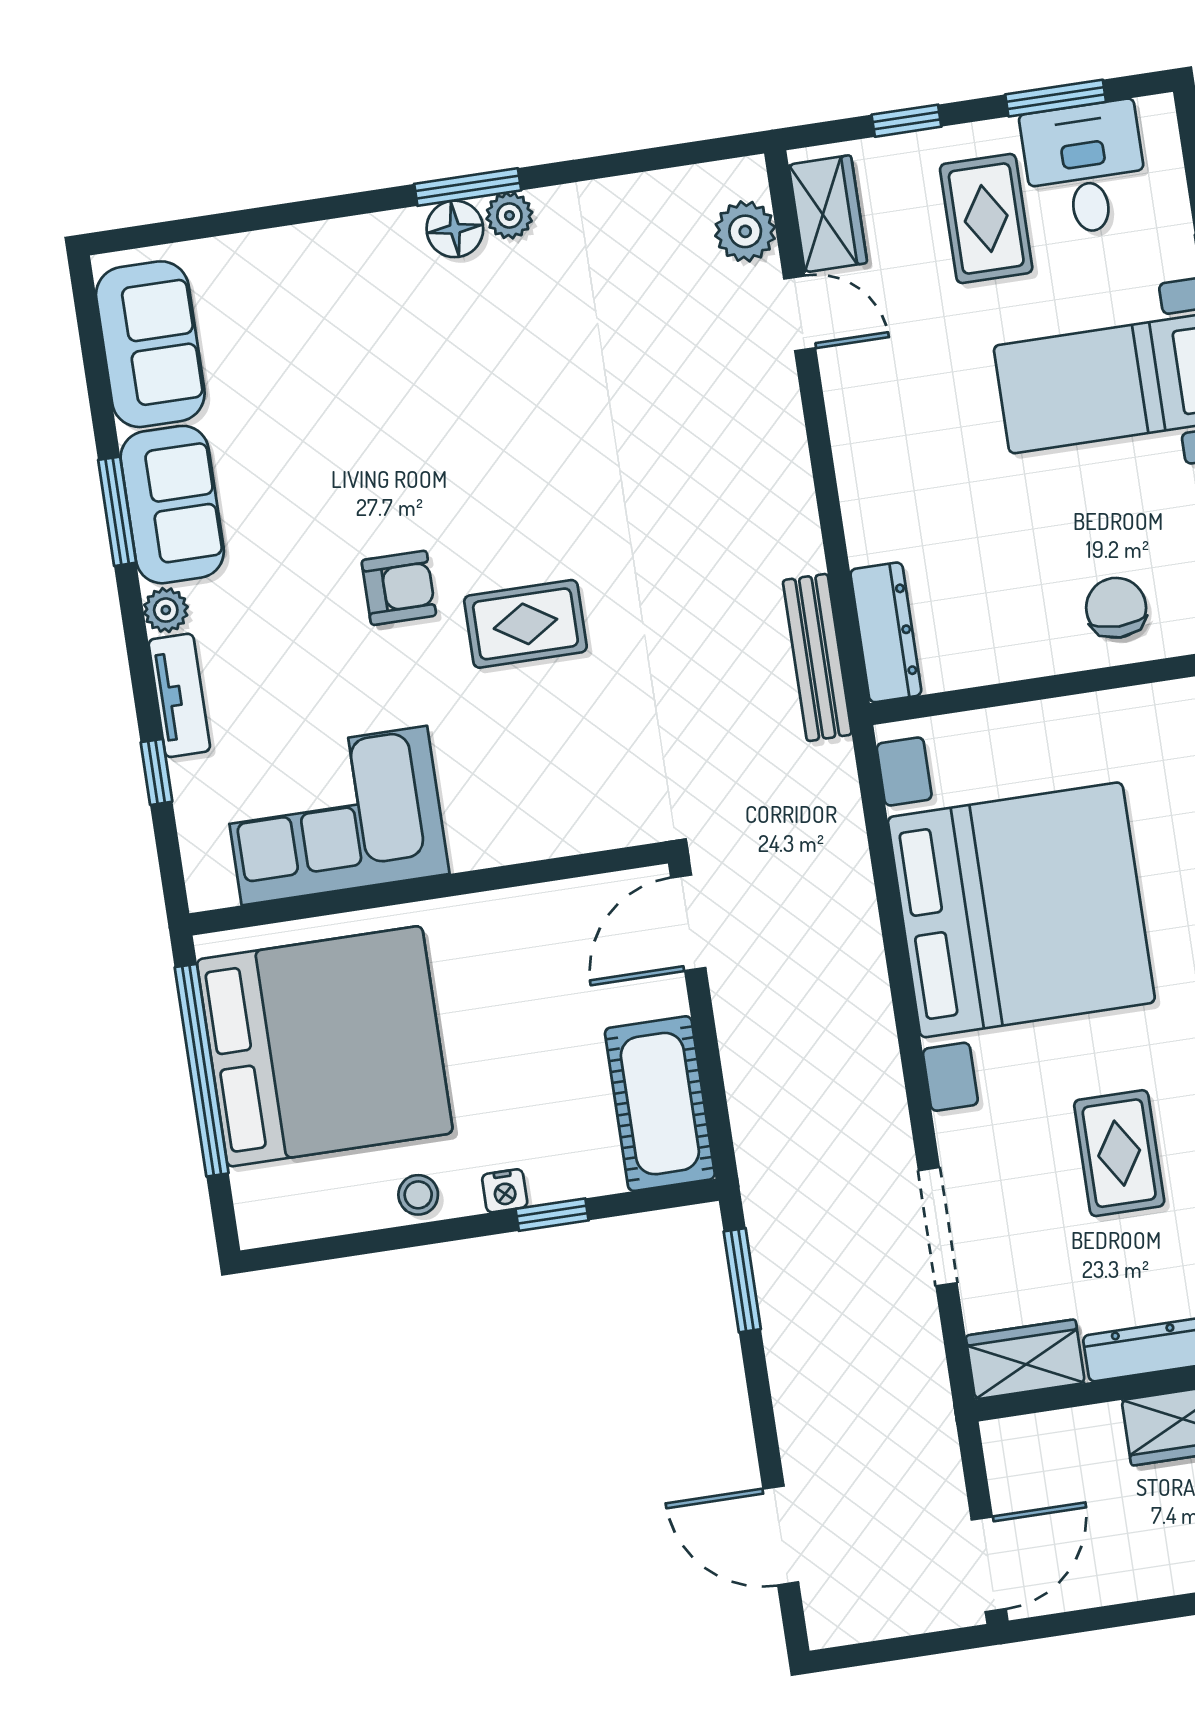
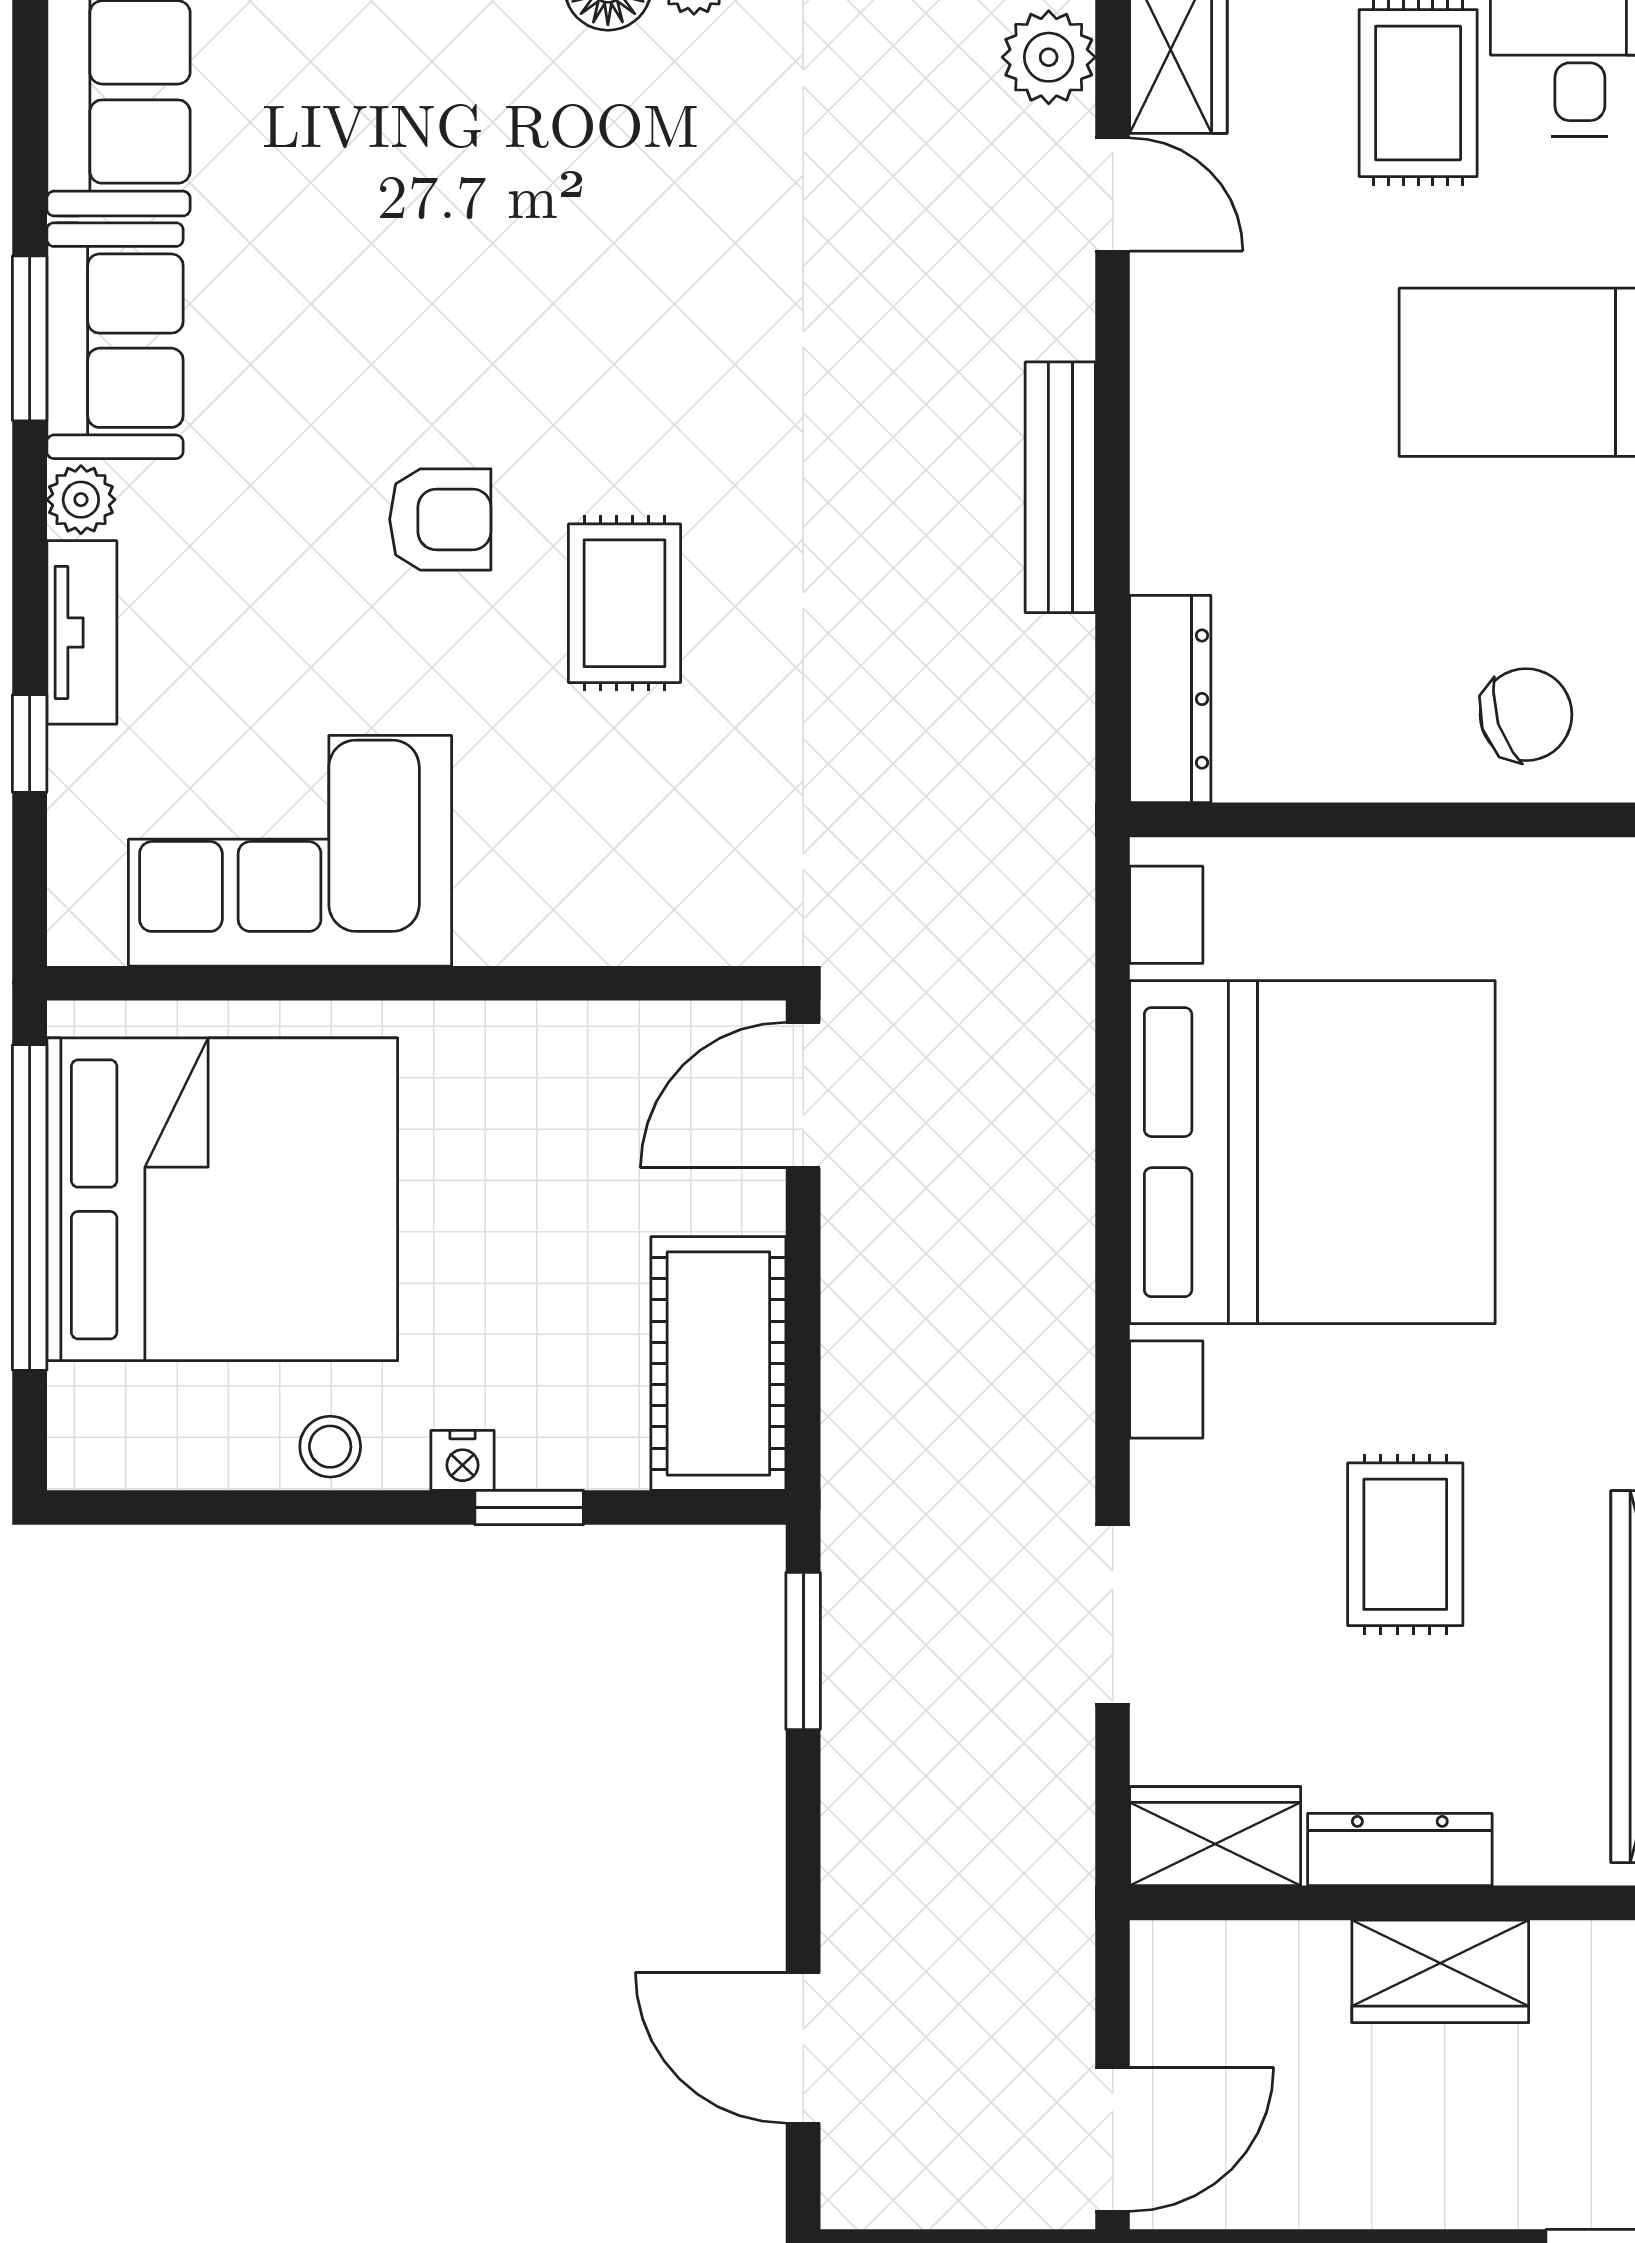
chair: (1116, 608) -> (1526, 715), turned 72
rug: (525, 624) -> (624, 603), turned 90
bench: (817, 657) -> (1060, 487), moved

